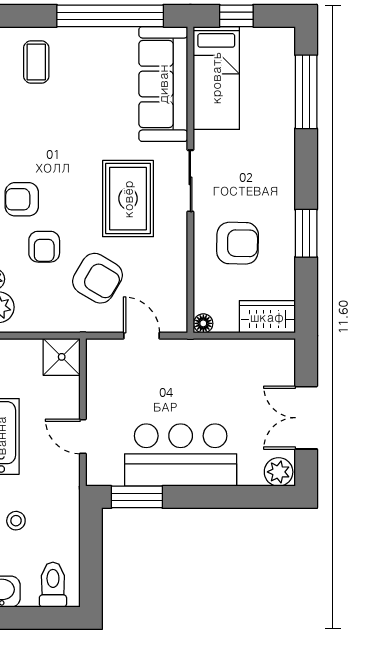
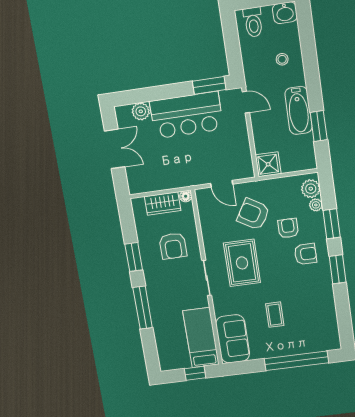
window: (110, 16) -> (296, 361), moved
coffee table: (36, 62) -> (275, 315), moved
sofa: (163, 84) -> (233, 339), width x0.73
window: (306, 92) -> (143, 308), moved
armchair: (238, 243) -> (173, 246), turned -91
wardrobe: (267, 317) -> (163, 203), moved
door: (83, 436) -> (246, 102), moved
plant: (279, 472) -> (141, 111), moved

